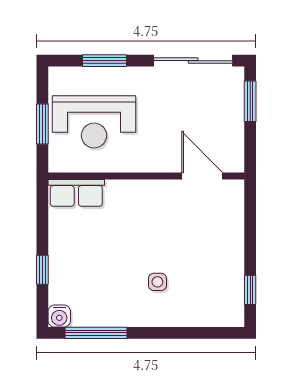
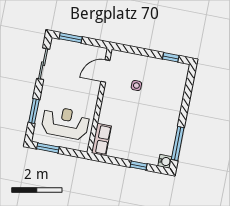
sliding door: (193, 61) -> (43, 64), width x0.73
reception desk: (94, 122) -> (65, 123), turned -90
window: (42, 124) -> (48, 148), moved
side table: (157, 282) -> (136, 86), moved

